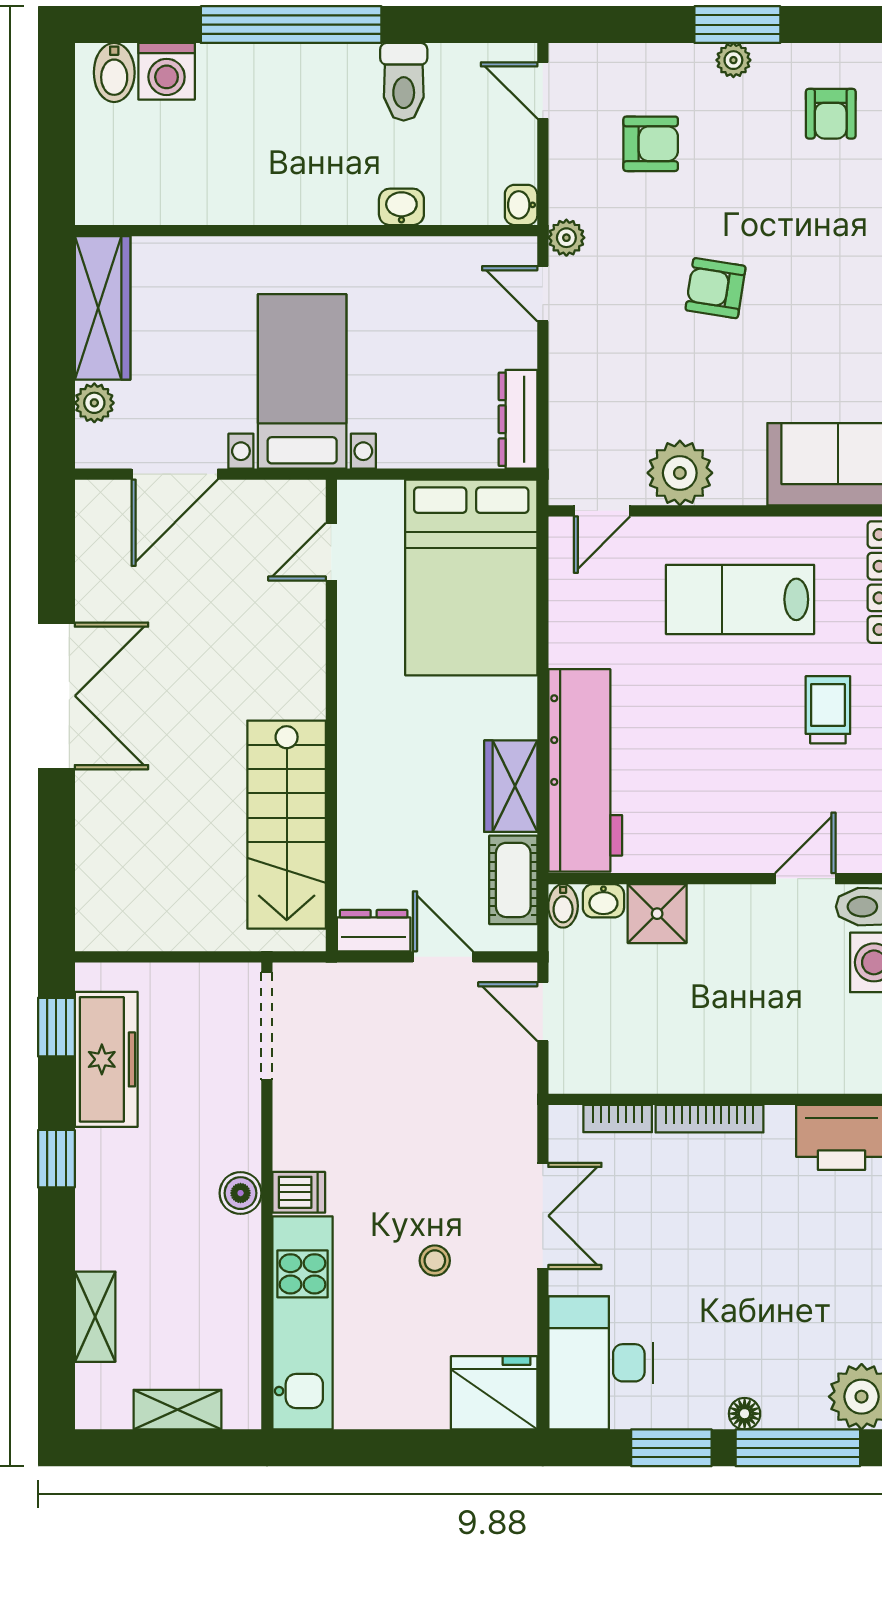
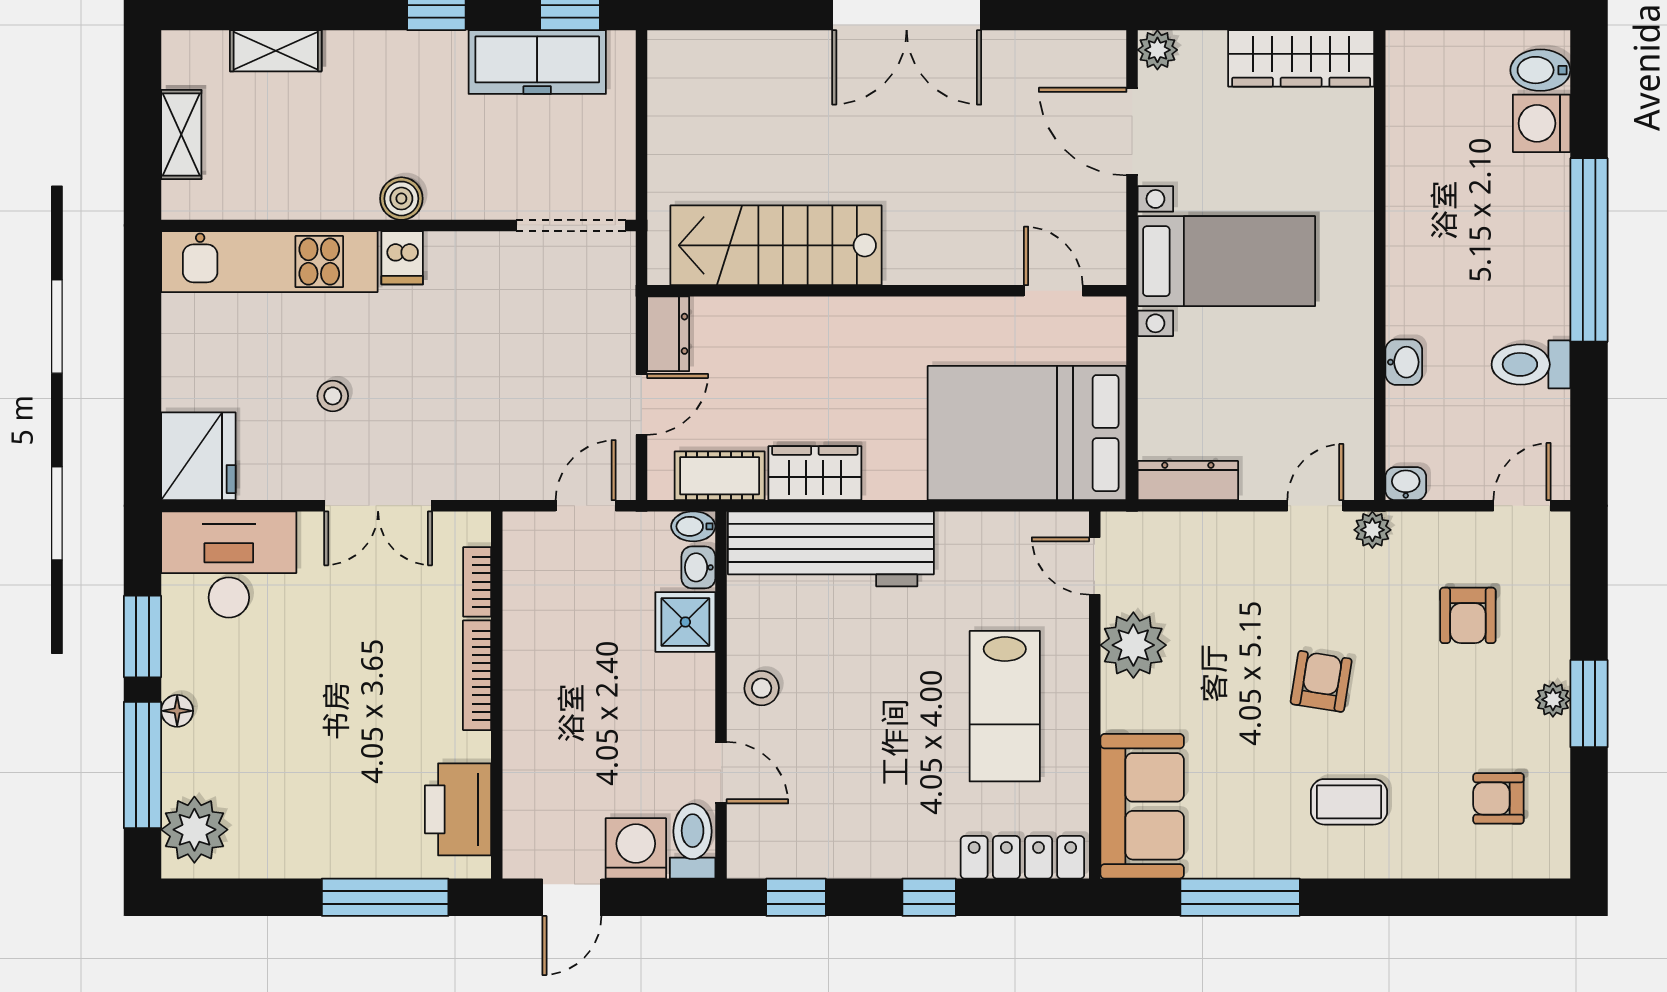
coffee table: (834, 261) -> (1349, 802), added
plant: (94, 403) -> (1157, 50), moved
lab bench: (740, 599) -> (1005, 706), turned 180
trolley: (828, 710) -> (893, 796), removed
stool: (722, 839) -> (762, 688), added

